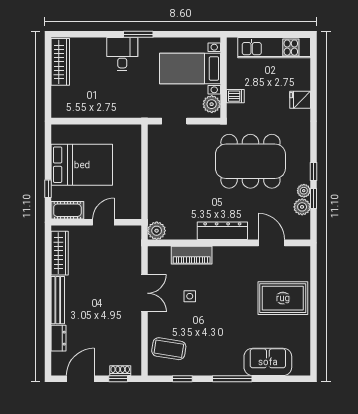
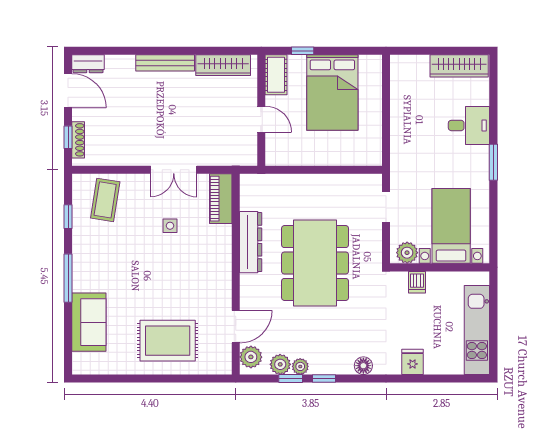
desk: (122, 54) -> (469, 125), moved
floor lamp: (303, 140) -> (363, 366), added
dining table: (250, 161) -> (315, 263), moved
plant: (157, 231) -> (251, 357), moved
dresser: (222, 231) -> (251, 242), moved
piano: (192, 255) -> (221, 199), moved
rug: (283, 298) -> (168, 341), turned 90
dresser: (58, 338) -> (88, 64), moved
shoe rack: (120, 371) -> (78, 140), width x1.43

